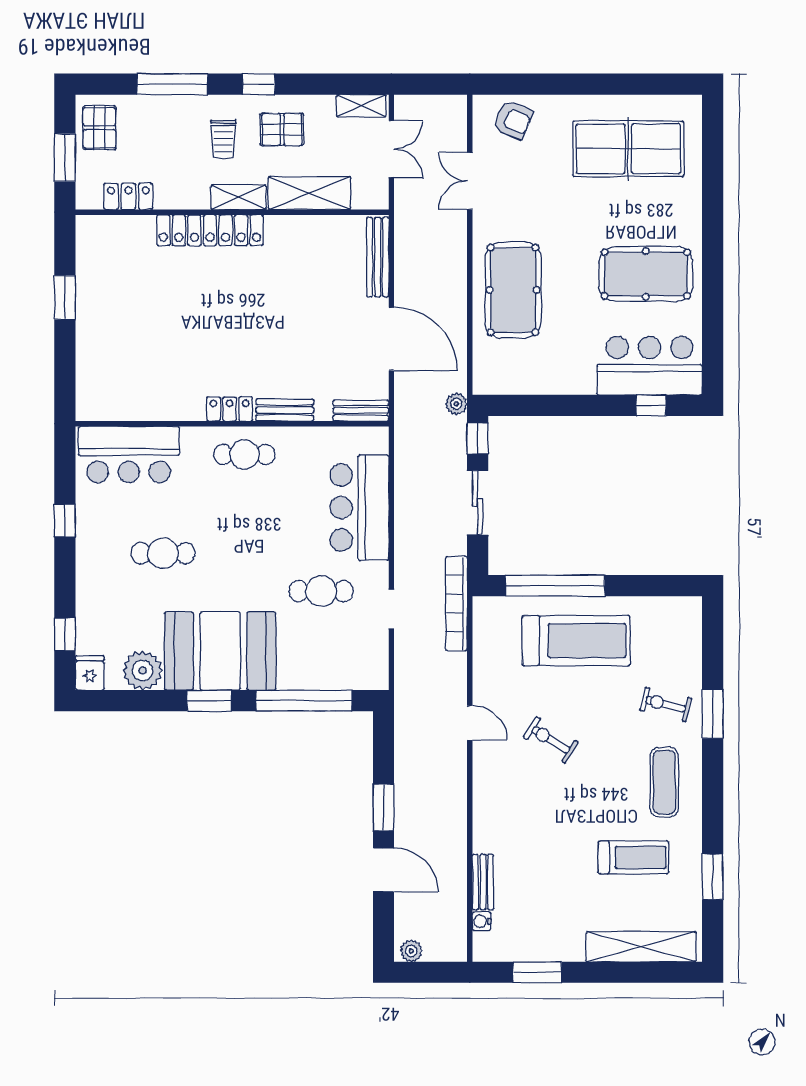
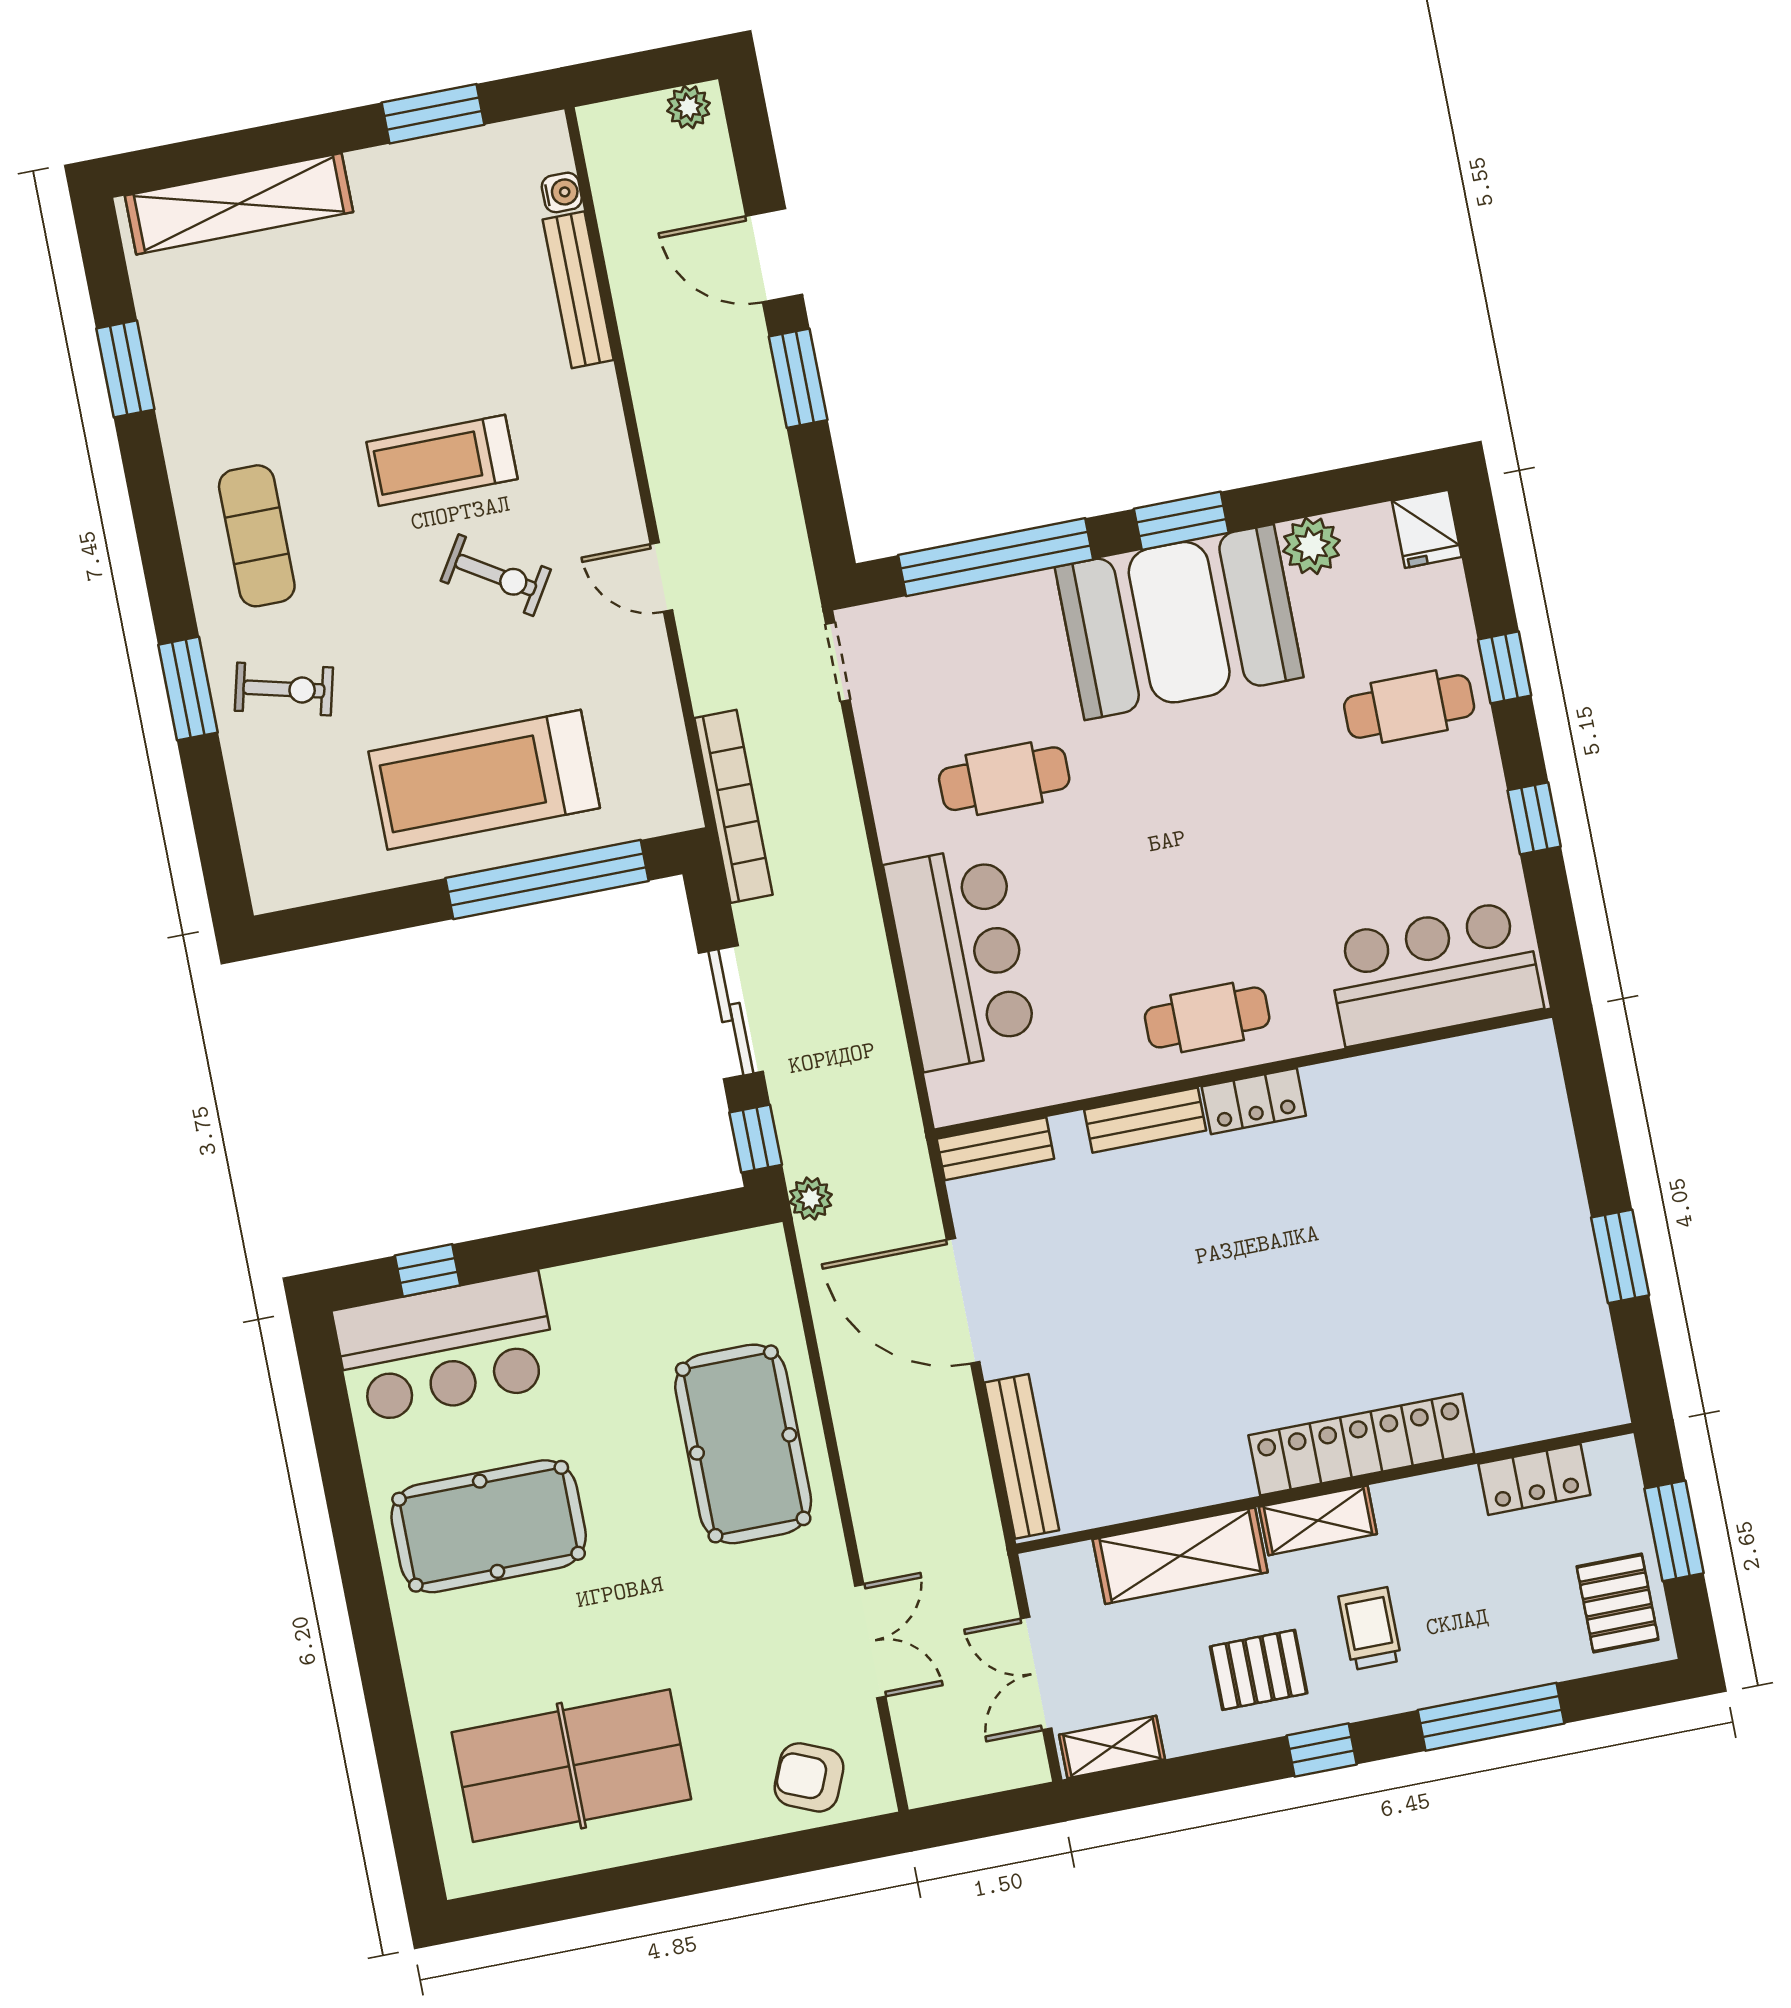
cafe table: (163, 553) -> (1409, 706), moved
doorway: (391, 609) -> (838, 662), moved
window: (65, 634) -> (1505, 667), moved
plant: (143, 670) -> (1312, 546), width x0.73, depth x0.73
treadmill: (633, 857) -> (442, 460), moved
bench: (483, 882) -> (578, 290), width x1.36

